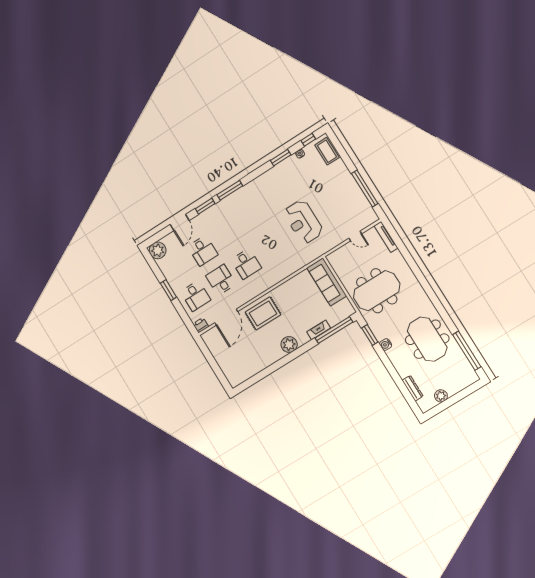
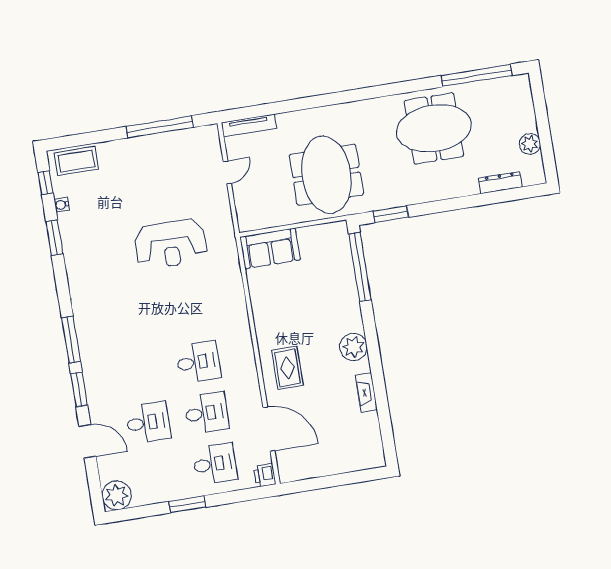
desk: (221, 280) -> (206, 413), turned 180
sofa: (327, 282) -> (270, 248), width x0.73
rug: (263, 313) -> (287, 368), width x0.73, depth x0.70
fireplace: (319, 330) -> (366, 392), moved
water cooler: (386, 344) -> (416, 196), removed

